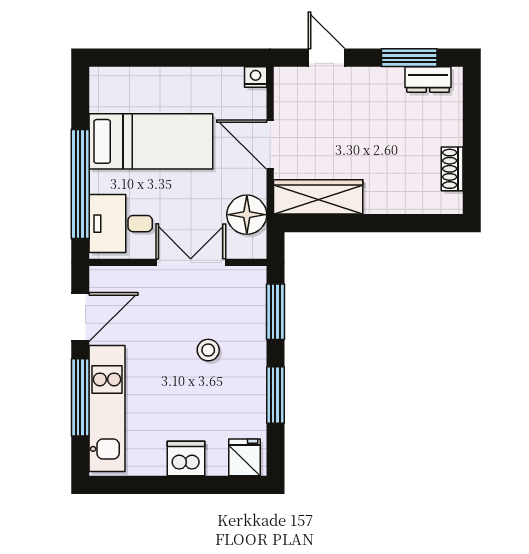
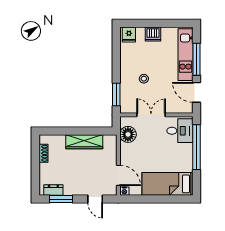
bed: (151, 141) -> (167, 184), moved
door: (270, 145) -> (118, 175), moved
wardrobe: (318, 197) -> (84, 142), moved
double door: (191, 262) -> (151, 115), swing flipped
door: (80, 317) -> (197, 92), hinge flipped
window: (275, 395) -> (116, 60), removed

